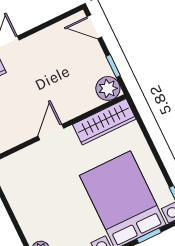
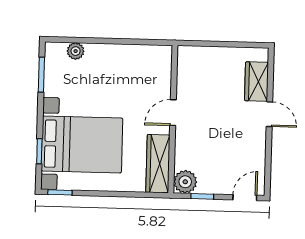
door: (51, 132) -> (173, 113), swing flipped

